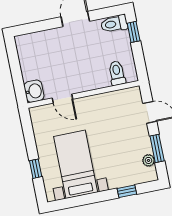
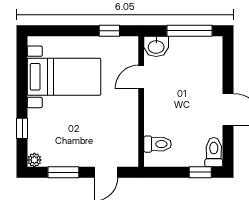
window: (15, 65) -> (189, 31), added
plant: (149, 160) -> (34, 160), moved
window: (36, 169) -> (109, 31), moved

